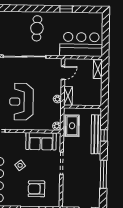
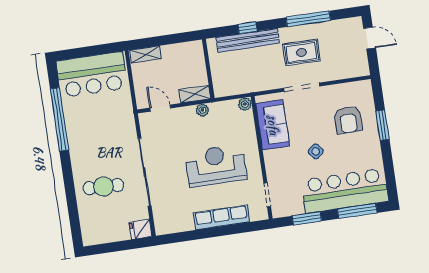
window: (66, 9) -> (60, 119), width x3.17
cafe table: (37, 28) -> (104, 187), moved
bar counter: (81, 44) -> (92, 75), moved, turned -90
reception desk: (21, 102) -> (216, 165), turned 180
rug: (72, 126) -> (301, 52), moved

